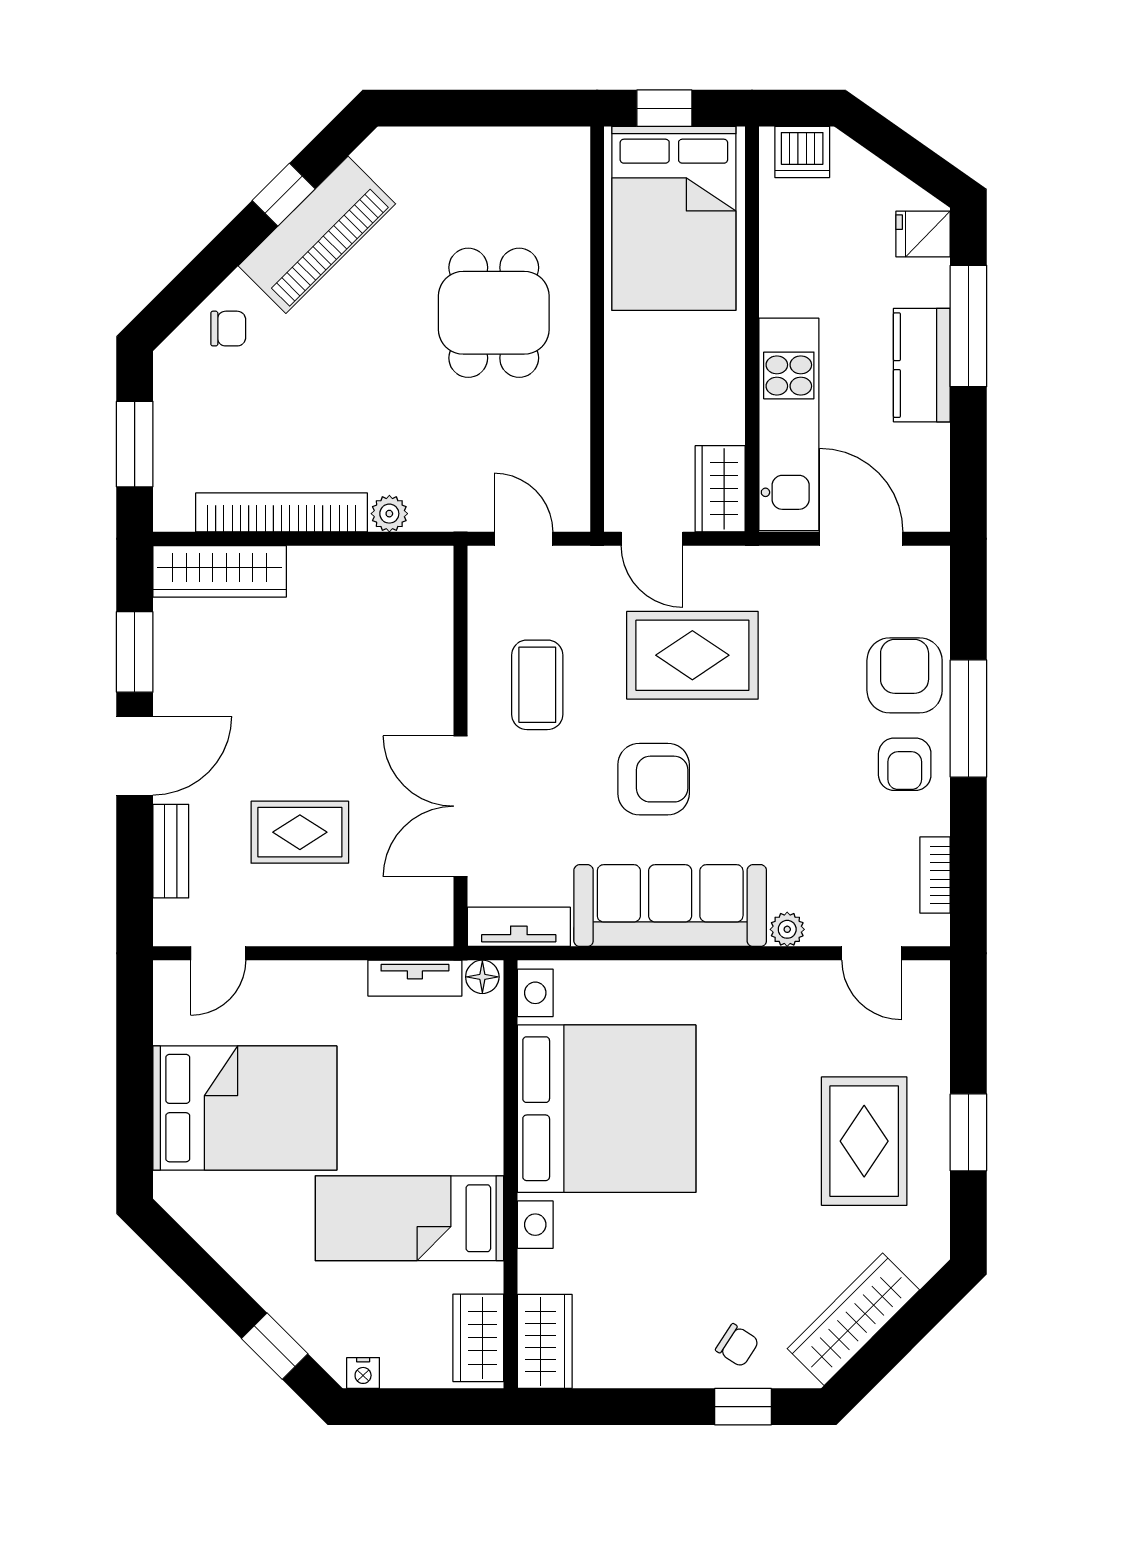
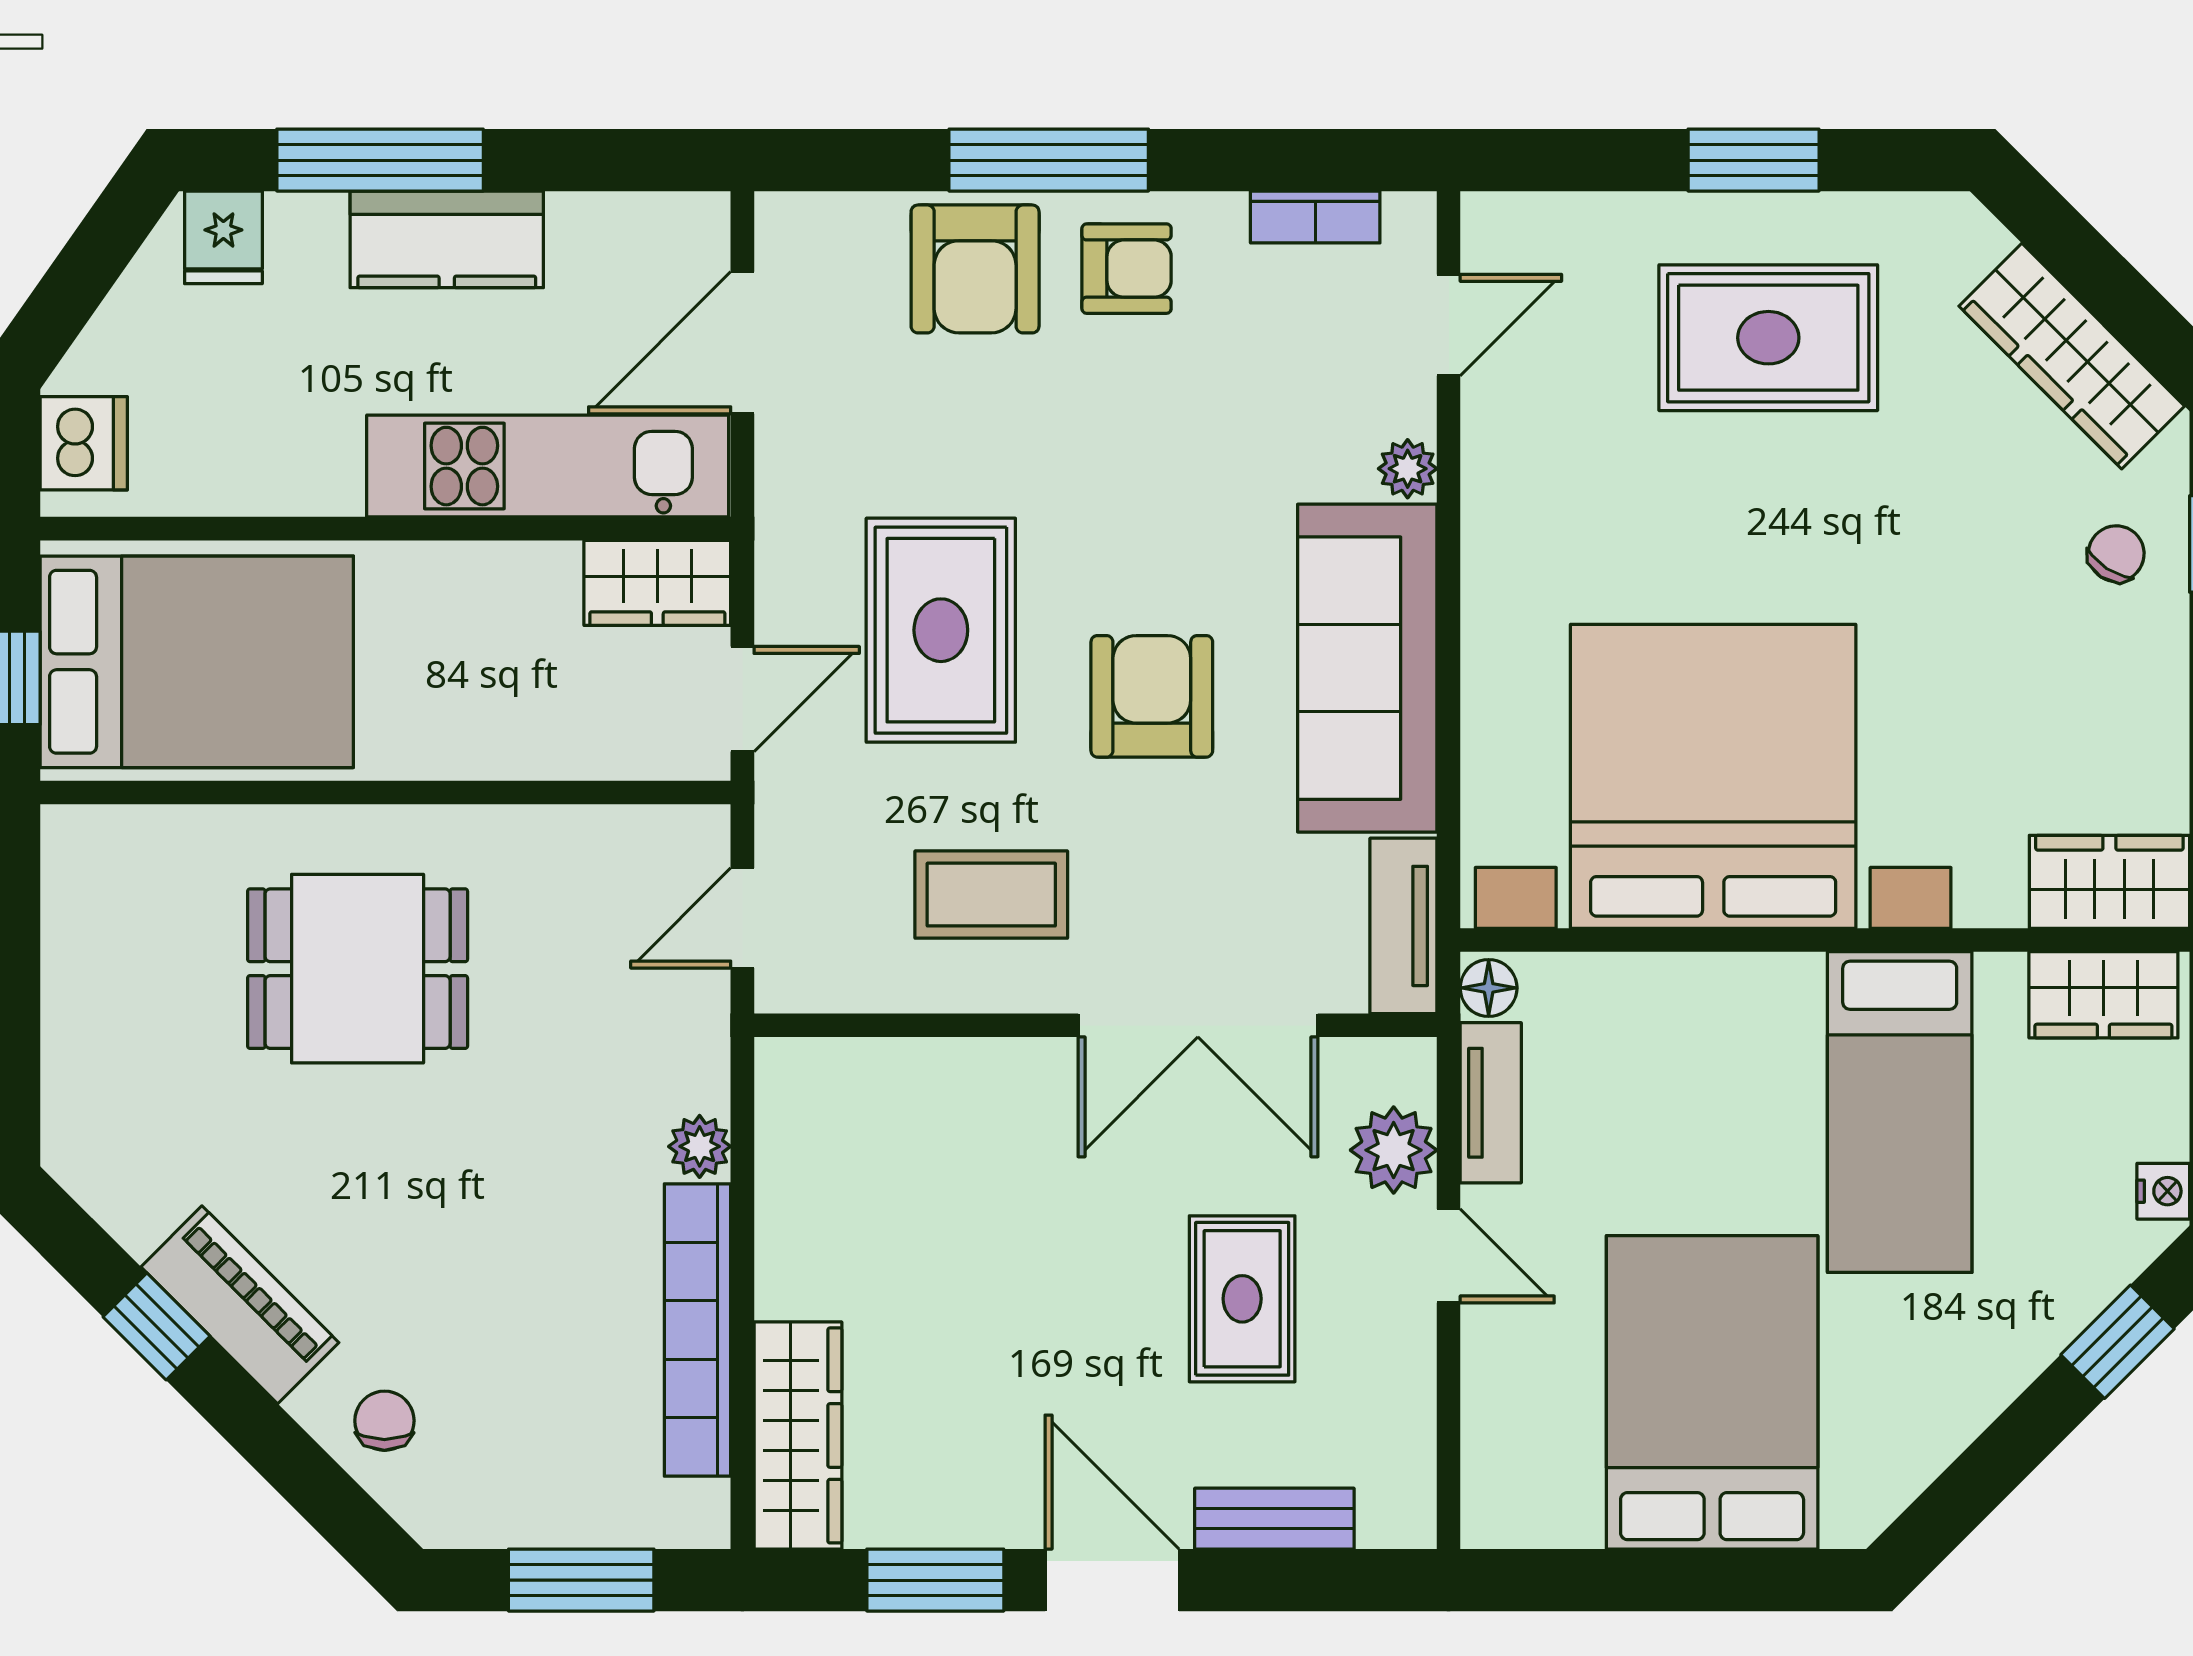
piano: (317, 235) -> (240, 1305), width x0.73, depth x0.75
armchair: (905, 675) -> (975, 269), turned -90
plant: (387, 921) -> (1394, 1150), added
door: (218, 953) -> (1449, 1256), moved

